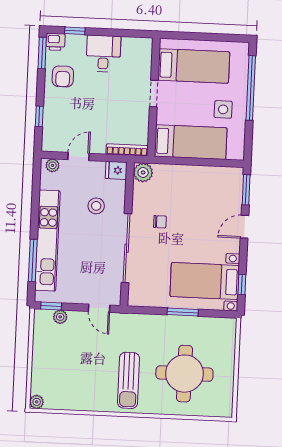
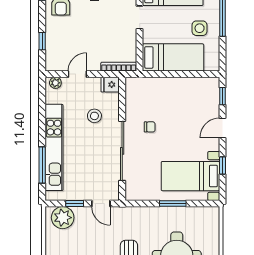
plant: (143, 172) -> (133, 85), removed
window: (246, 190) -> (222, 96), width x0.67
window: (242, 284) -> (222, 165), moved
window: (51, 306) -> (75, 204), moved
plant: (60, 317) -> (63, 218), width x1.87, depth x1.87

